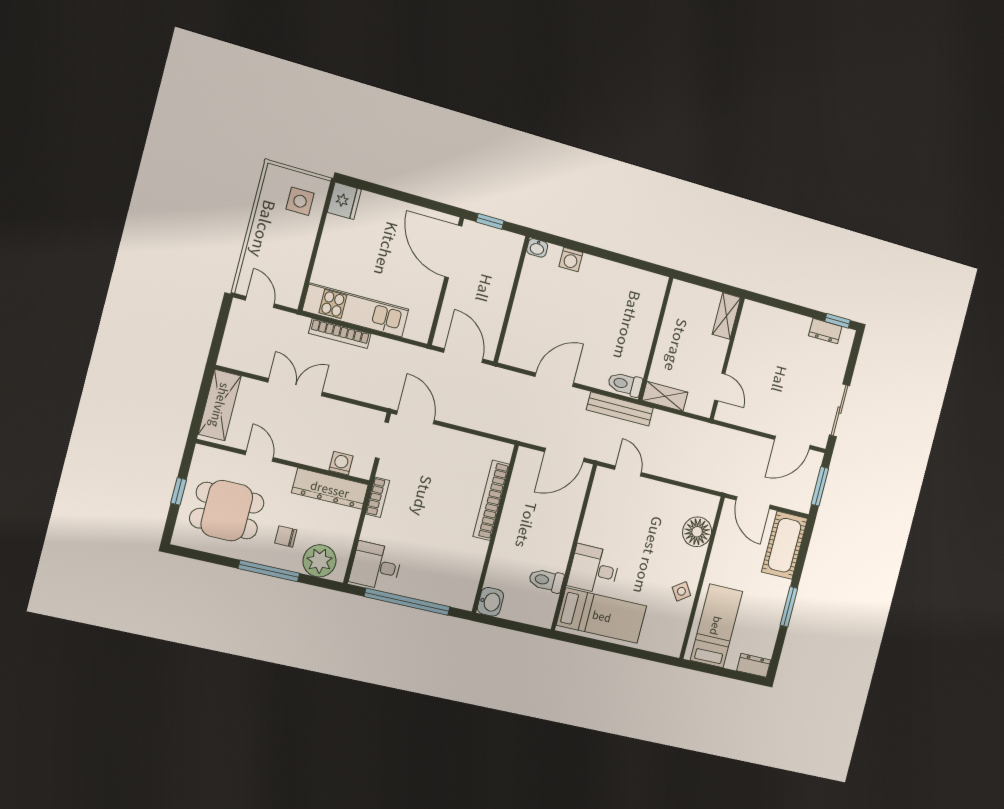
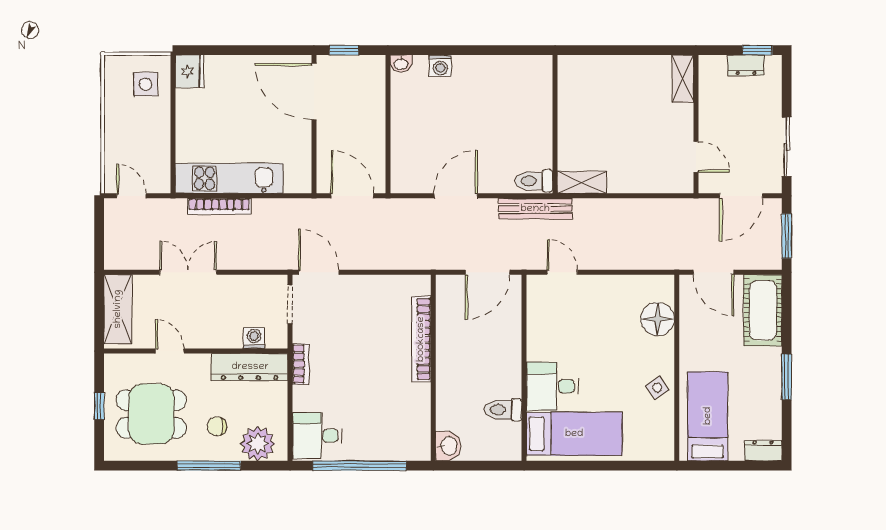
shelving: (726, 316) -> (683, 79), moved
wall: (727, 359) -> (696, 124), moved
door: (720, 387) -> (696, 157), moved

